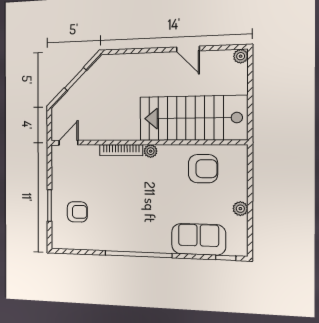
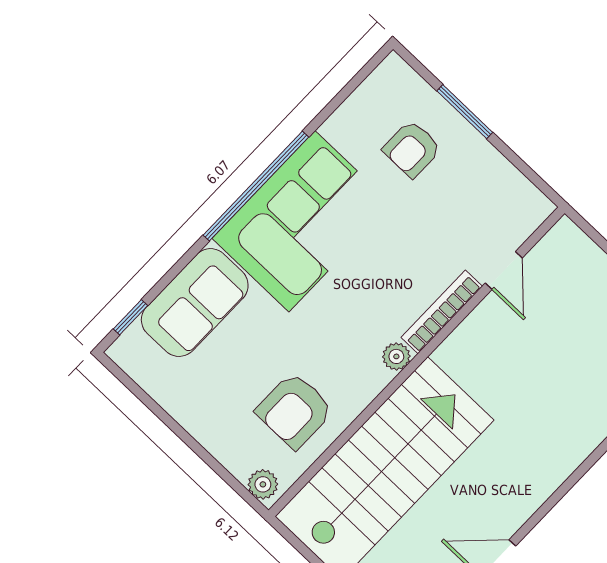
door: (68, 143) -> (504, 271), moved
plant: (240, 209) -> (263, 484), moved
corner sofa: (135, 227) -> (302, 221), added

